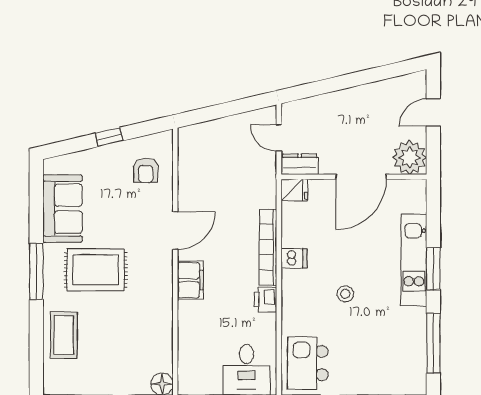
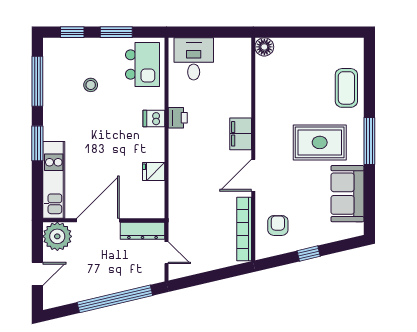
window: (341, 83) -> (115, 299), added
dresser: (300, 164) -> (143, 231), width x1.44
fridge: (294, 190) -> (154, 172), moved
bookcase: (268, 247) -> (244, 229), moved, turned 180
dishwasher: (294, 258) -> (154, 118), moved
kitchen unit: (414, 260) -> (54, 180), moved
stool: (345, 294) -> (91, 85), moved

